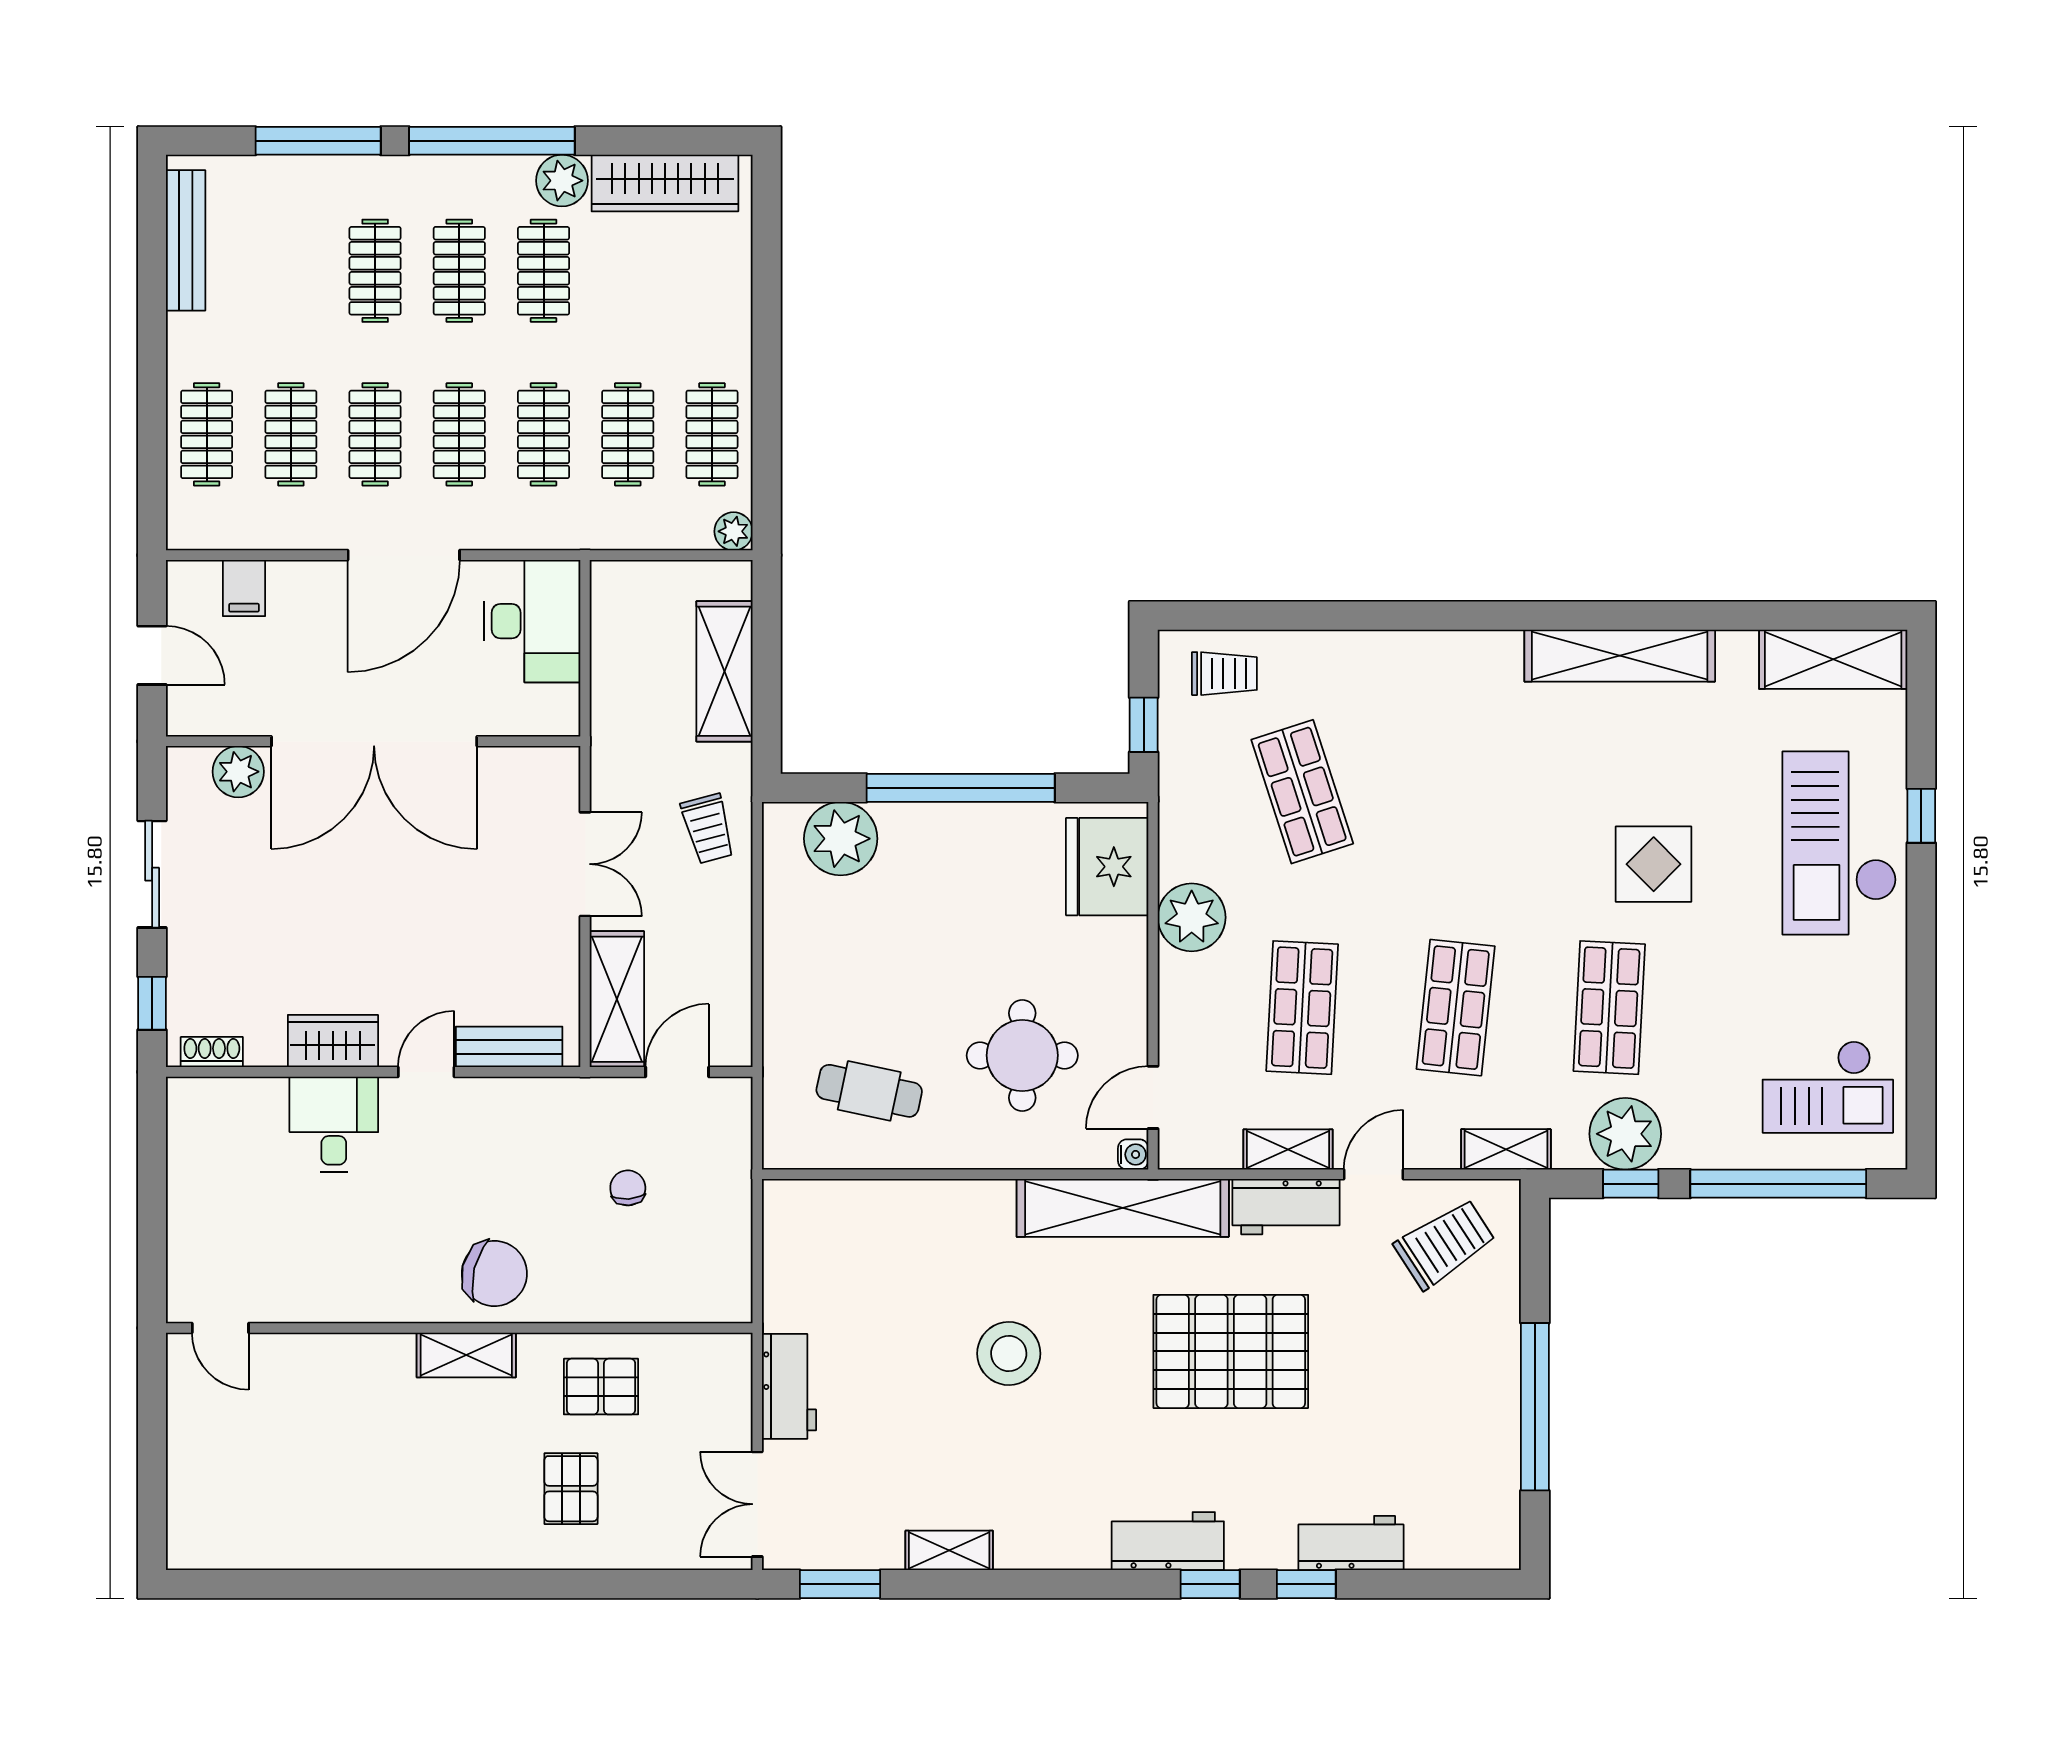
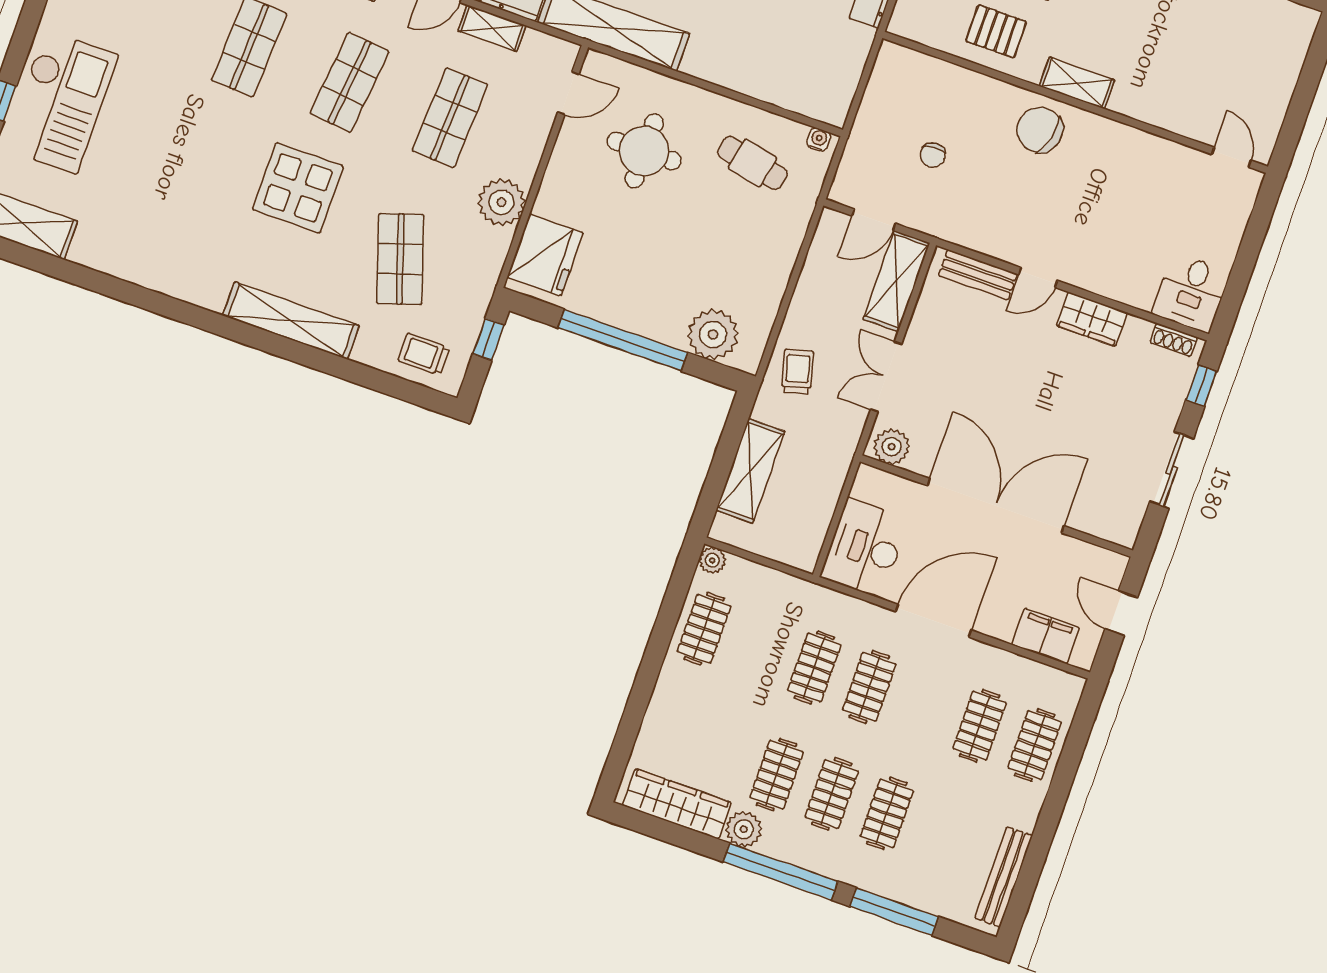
clothes rail: (375, 434) -> (924, 706), removed
clothes rail: (628, 434) -> (759, 648), removed
filing cabinet: (244, 588) -> (1046, 636), width x2.00
shelving: (1620, 656) -> (291, 321), moved
plant: (238, 772) -> (892, 447), moved
display table: (1654, 864) -> (298, 188), moved, width x1.36, depth x1.36
desk: (334, 1124) -> (1191, 293), moved
water cooler: (1133, 1154) -> (819, 140), moved, turned 90

